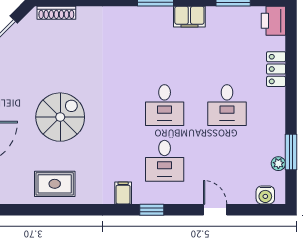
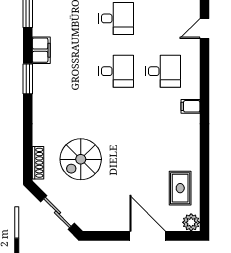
spiral stairs: (60, 117) -> (81, 159), moved, turned -90
rug: (55, 184) -> (180, 188), moved
window: (152, 210) -> (205, 82), removed

